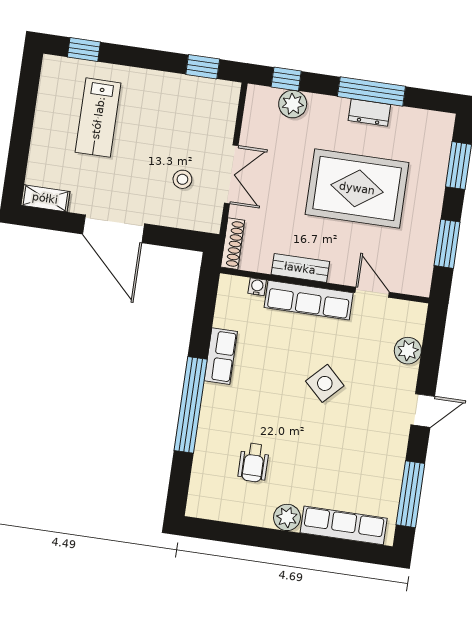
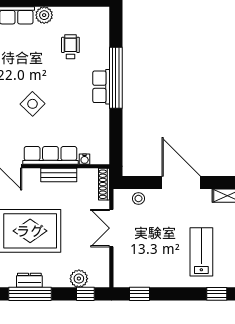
stool: (182, 179) -> (138, 198), moved
row of seats: (221, 356) -> (101, 87), moved

